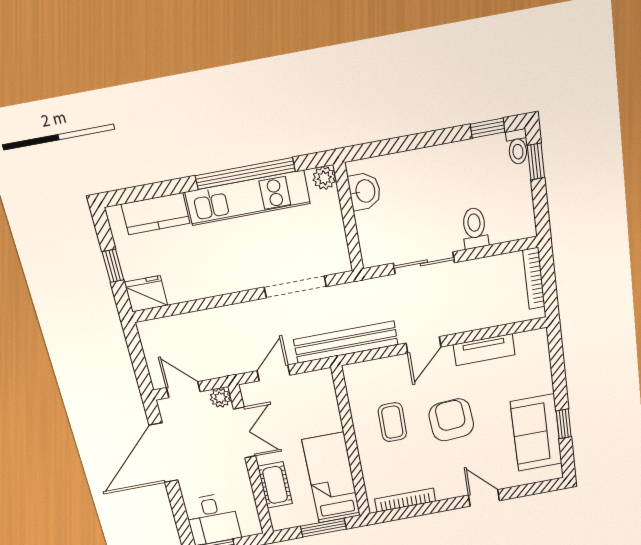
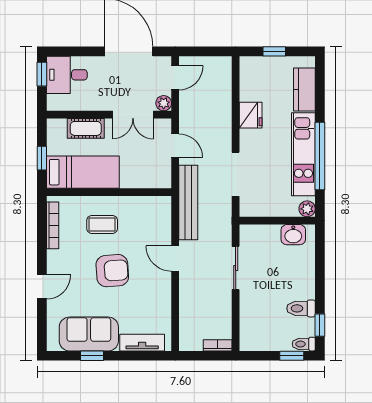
toilet: (475, 228) -> (301, 308), moved, turned 180
bookcase: (534, 278) -> (218, 345), width x0.64
fridge: (146, 294) -> (251, 115), moved
tv unit: (484, 350) -> (142, 343), moved, turned 90
coffee table: (392, 422) -> (102, 224), moved
window: (323, 528) -> (42, 158), width x0.67

